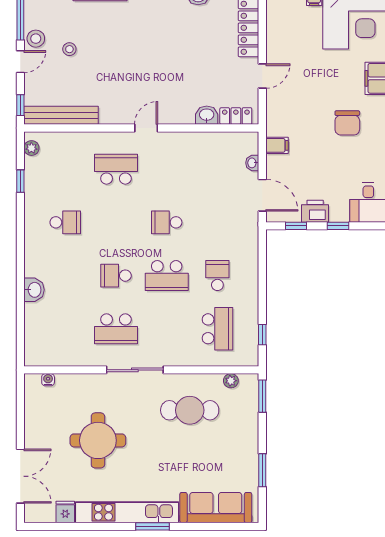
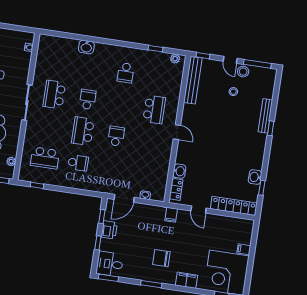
filing cabinet: (277, 145) -> (171, 215), moved

